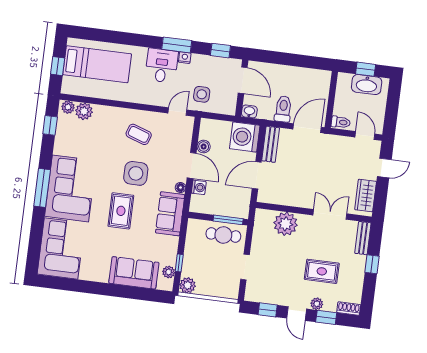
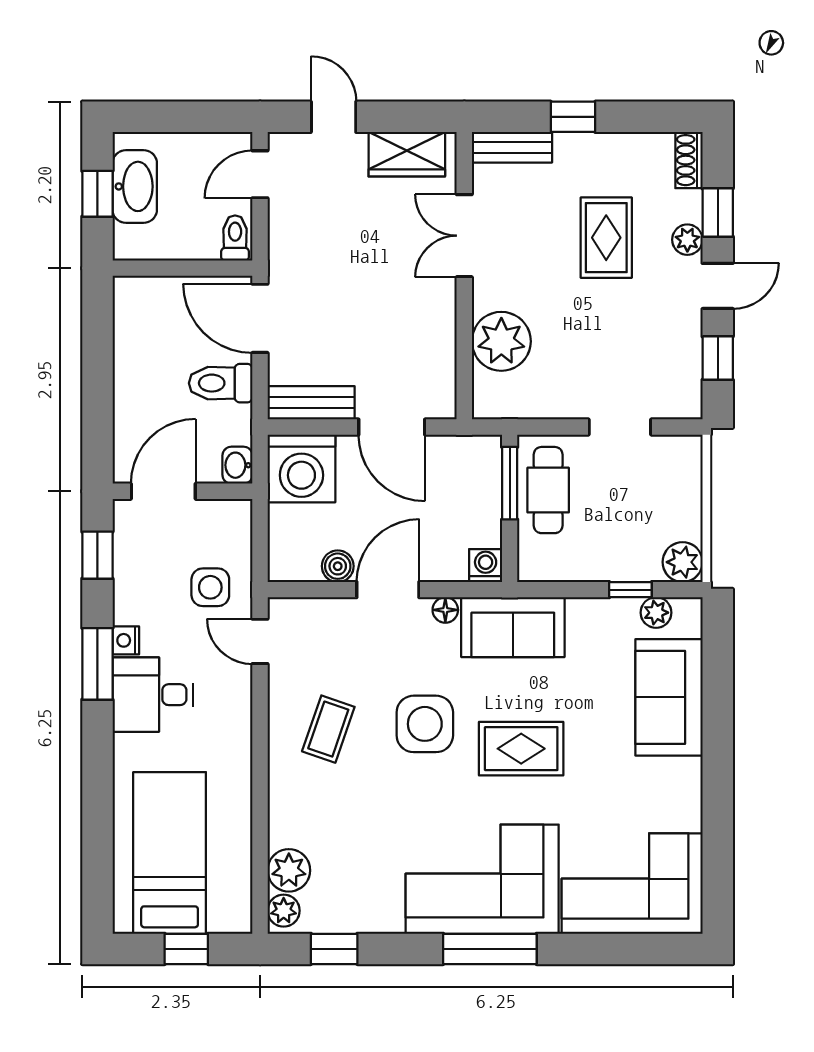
washing machine: (199, 187) -> (486, 566), moved

